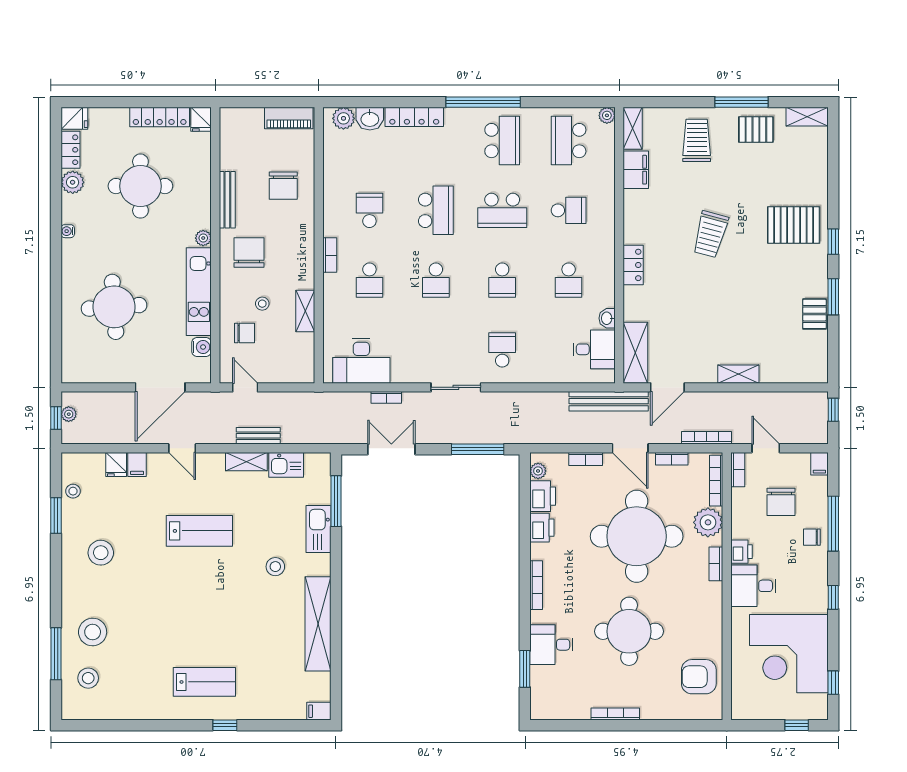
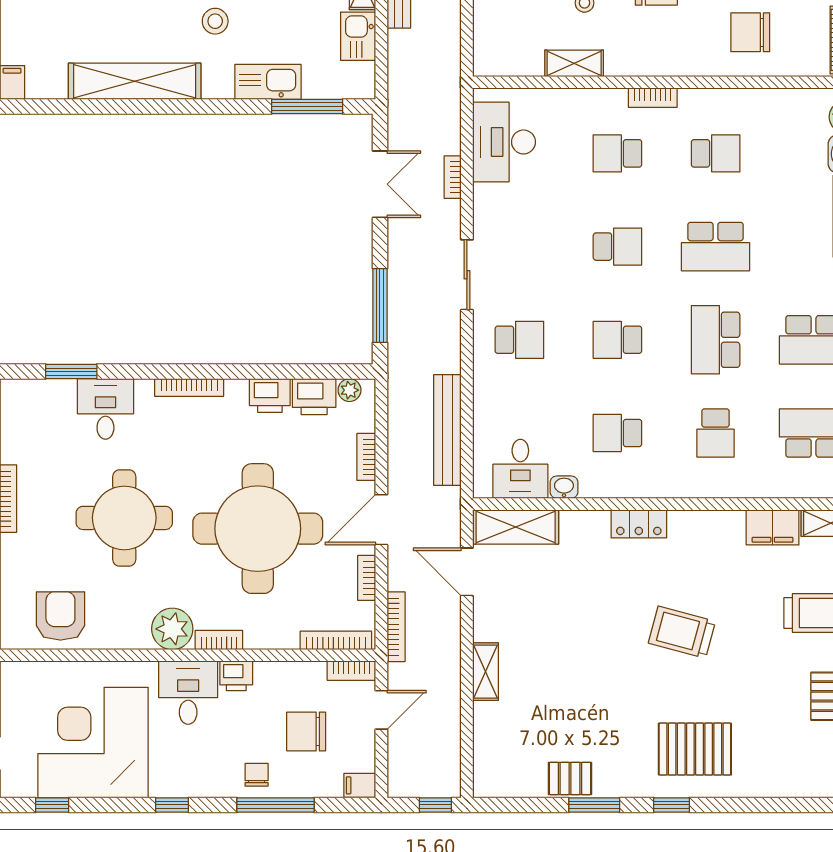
pallet: (794, 225) -> (695, 749), turned 90
school desk: (436, 280) -> (617, 247), turned 180
bench: (609, 401) -> (447, 430), moved
plant: (708, 522) -> (172, 629), moved

